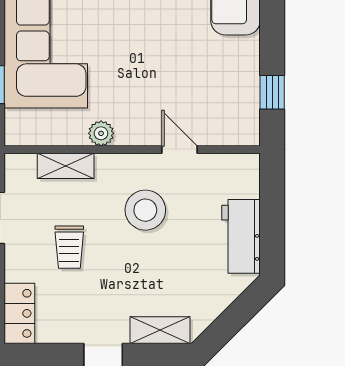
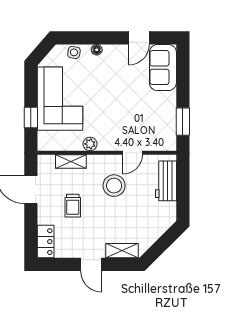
window: (272, 92) -> (183, 122), width x1.50
door: (180, 150) -> (133, 153), swing flipped
workbench: (241, 236) -> (166, 181), moved

